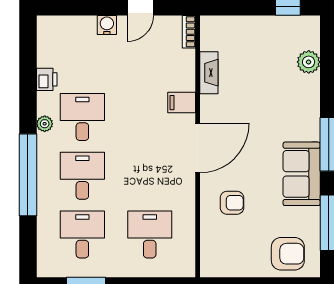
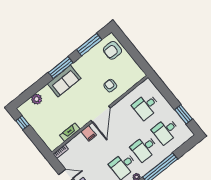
door: (198, 148) -> (100, 114), swing flipped
sofa: (302, 174) -> (64, 81), moved
armchair: (288, 254) -> (112, 50), turned -90

